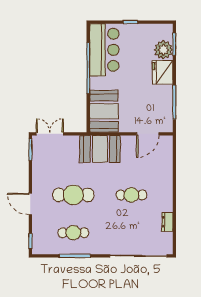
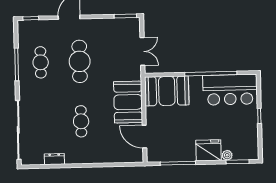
plant: (163, 50) -> (227, 155), width x0.53, depth x0.53
double door: (50, 134) -> (142, 51), moved
booth: (100, 149) -> (128, 102), moved

